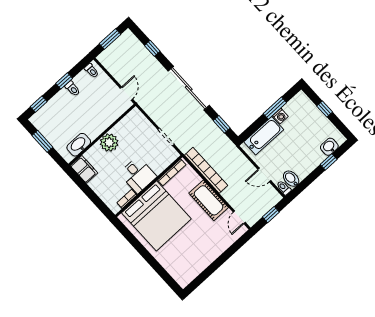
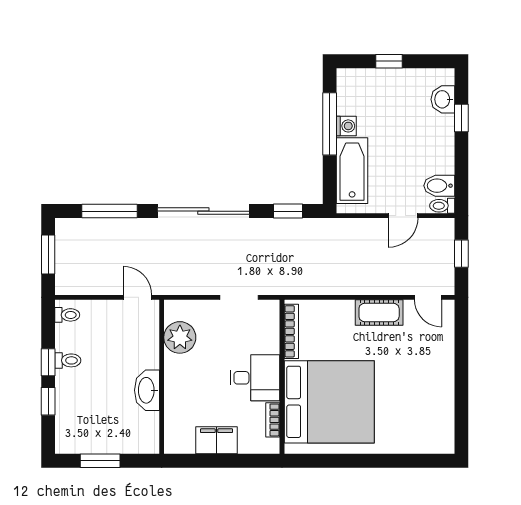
window: (152, 48) -> (110, 211), width x2.17
window: (39, 104) -> (48, 401), moved
window: (275, 108) -> (330, 124), width x1.44
plant: (109, 143) -> (180, 337), moved
washbasin: (79, 145) -> (147, 390), moved
filing cabinet: (84, 169) -> (217, 440), moved
bookcase: (206, 170) -> (329, 285), removed
cot: (209, 200) -> (379, 313), width x0.73, depth x0.75

